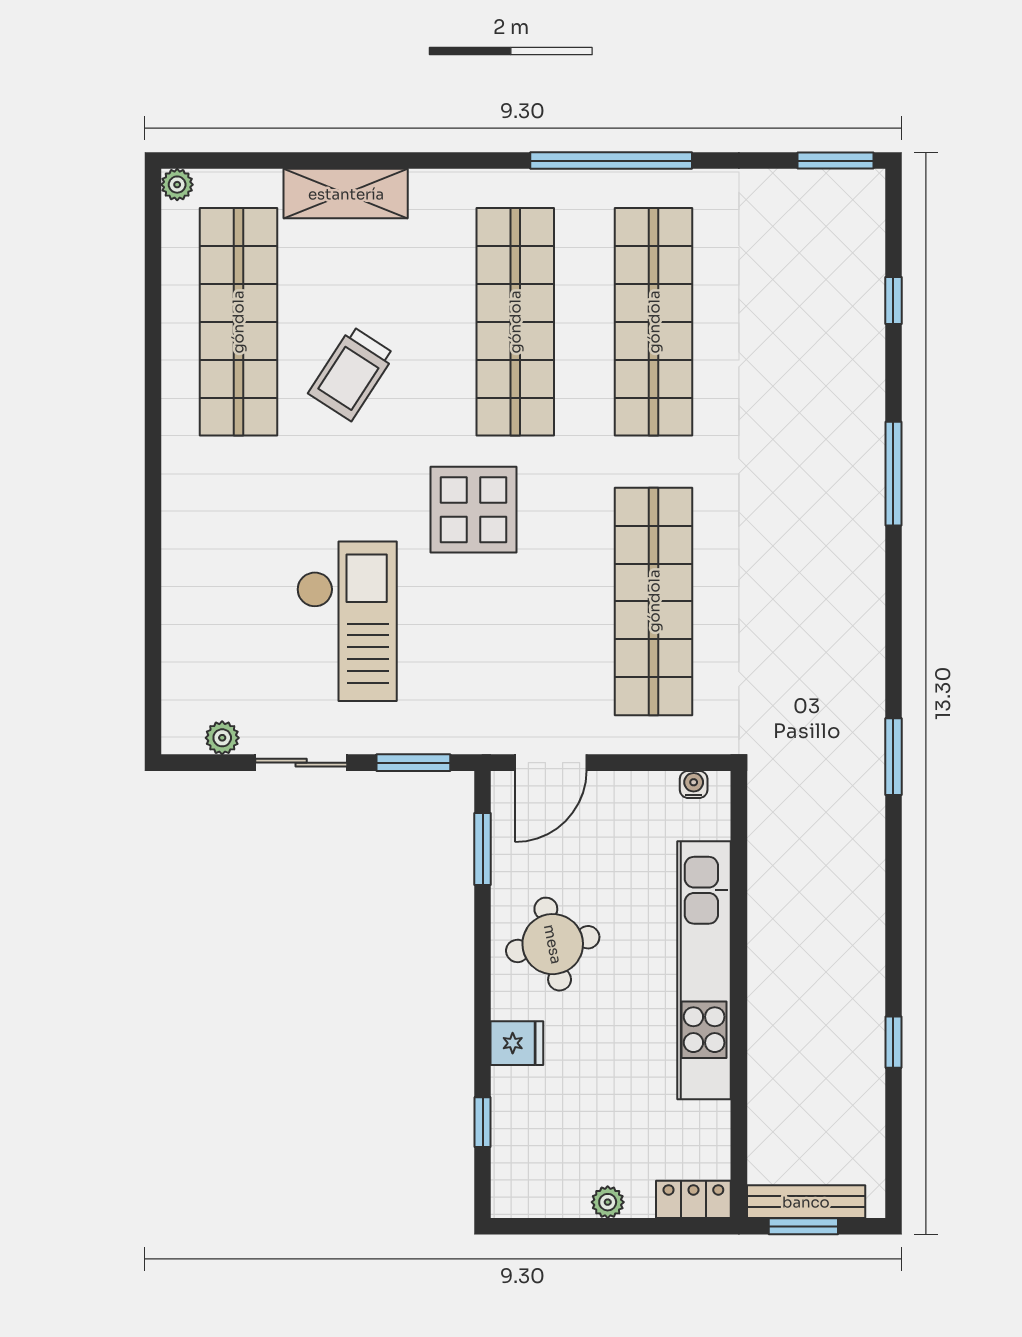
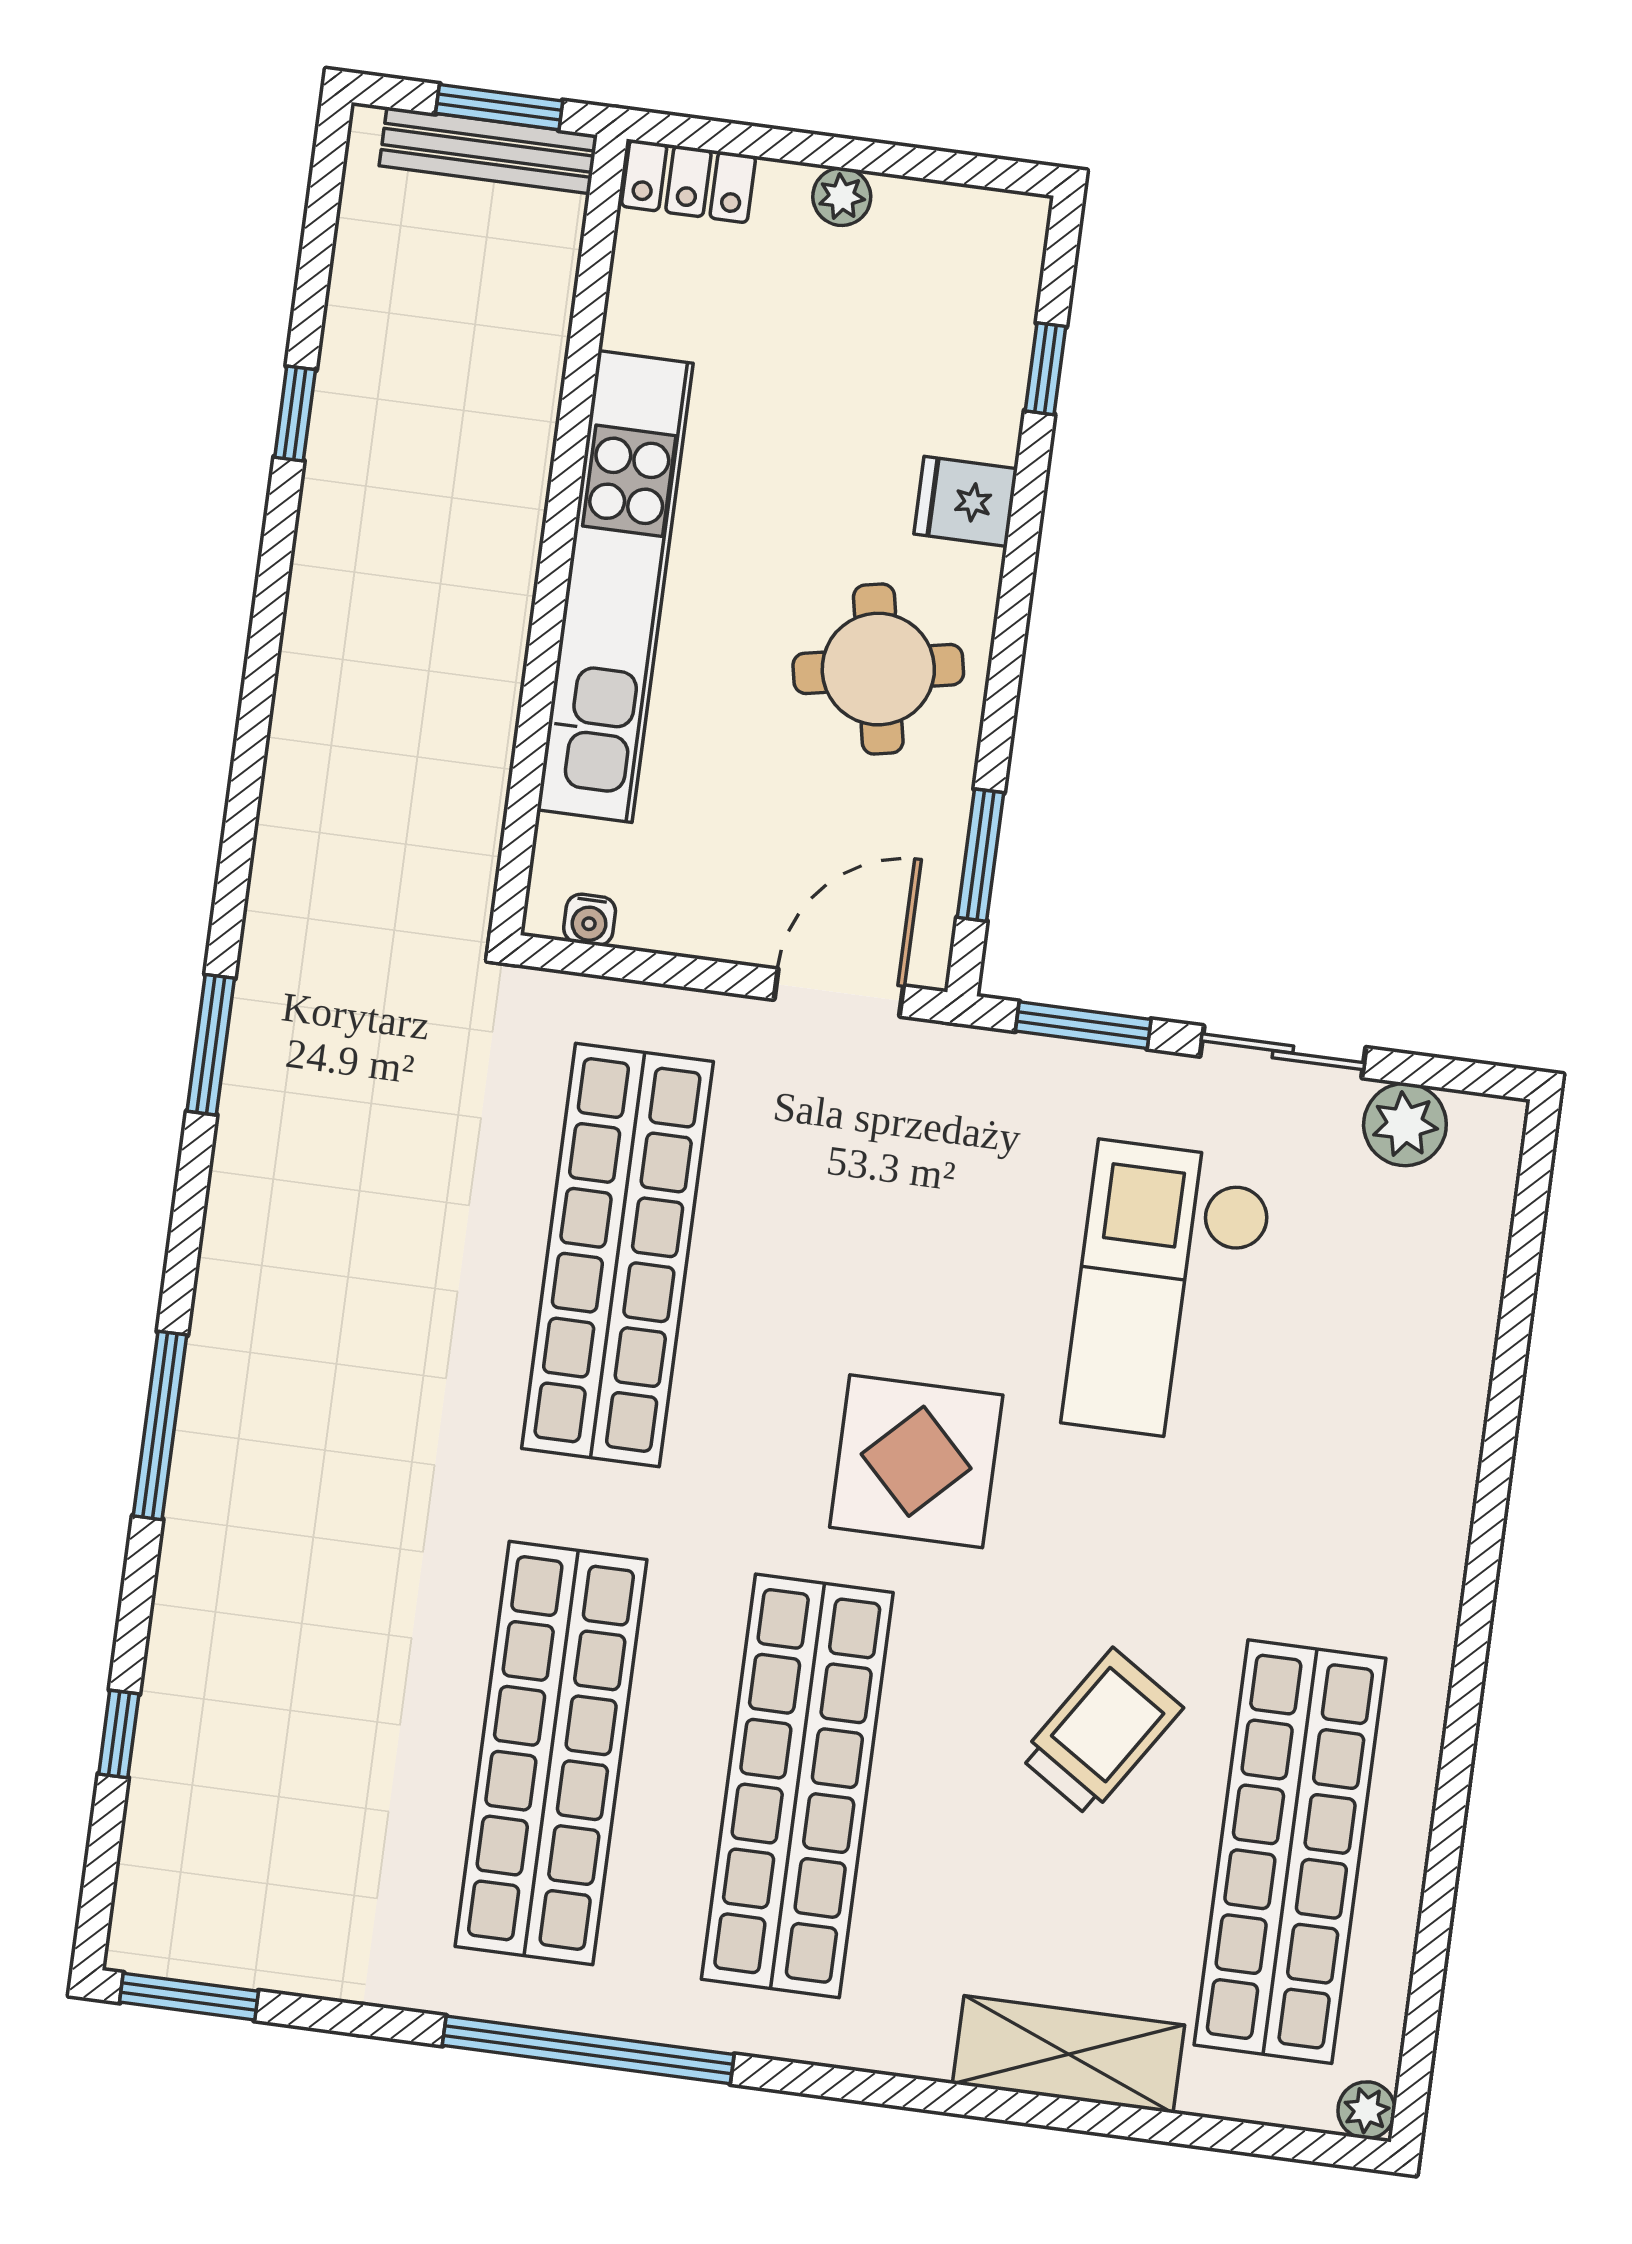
plant: (222, 738) -> (1405, 1124), width x1.38, depth x1.38
window: (893, 757) -> (211, 1045), moved

